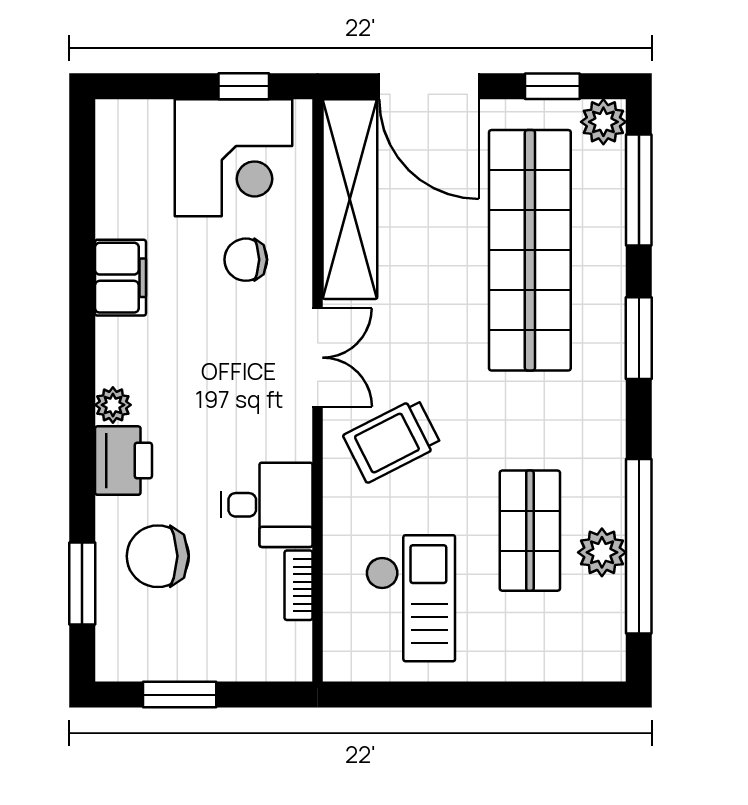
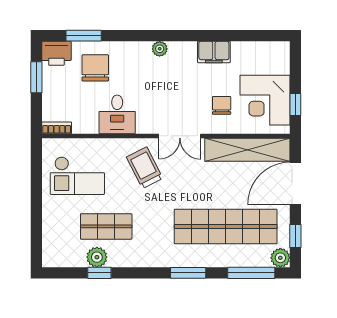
printer: (123, 461) -> (56, 53), moved
window: (639, 546) -> (99, 273), width x0.32
bookcase: (298, 585) -> (57, 128), moved

